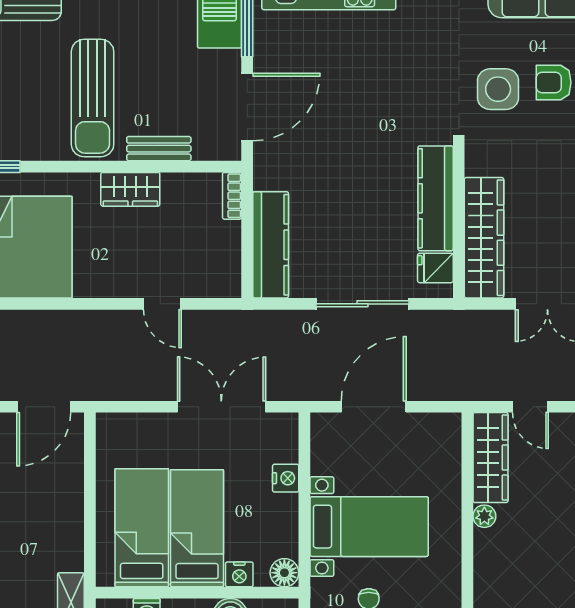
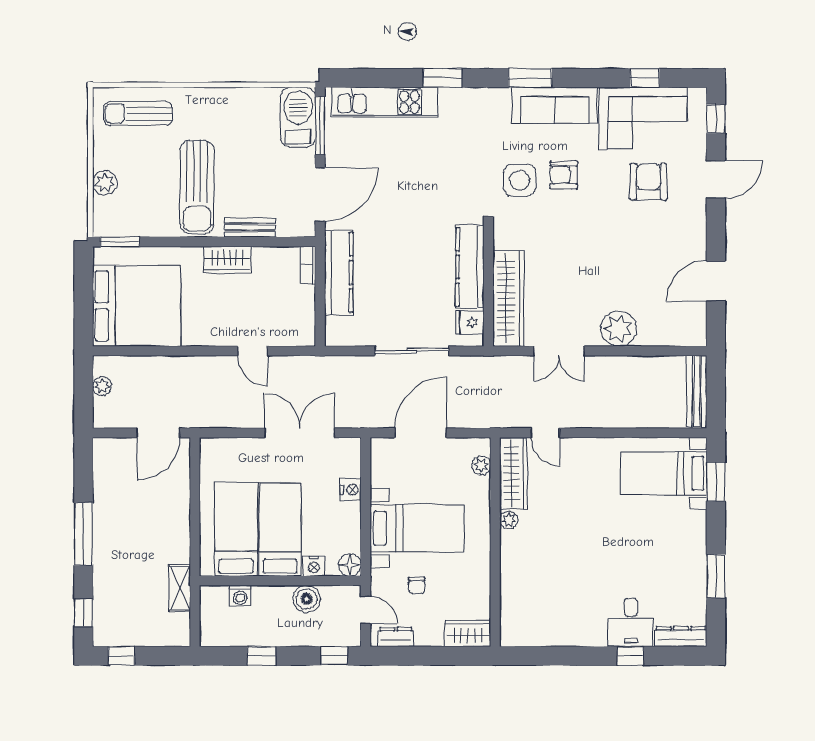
kitchen counter: (271, 245) -> (339, 272), moved
plant: (450, 448) -> (481, 465), added

